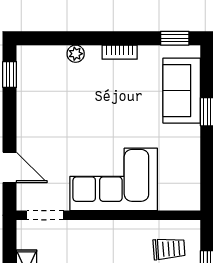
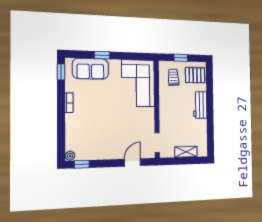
plant: (76, 54) -> (70, 156), moved
corner sofa: (114, 179) -> (138, 83), moved

